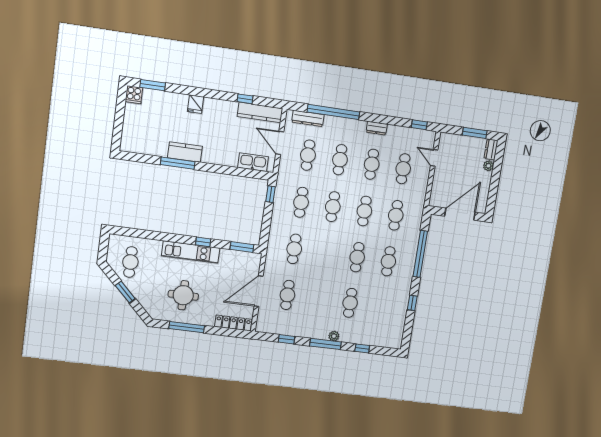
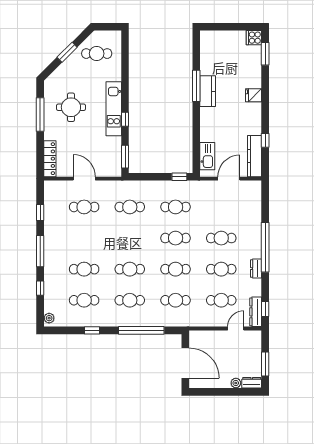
window: (333, 112) -> (265, 247), moved
dresser: (308, 118) -> (256, 312), moved
cafe table: (308, 155) -> (84, 300), moved
door: (259, 291) -> (84, 179), width x0.73
plant: (334, 336) -> (49, 318), moved

